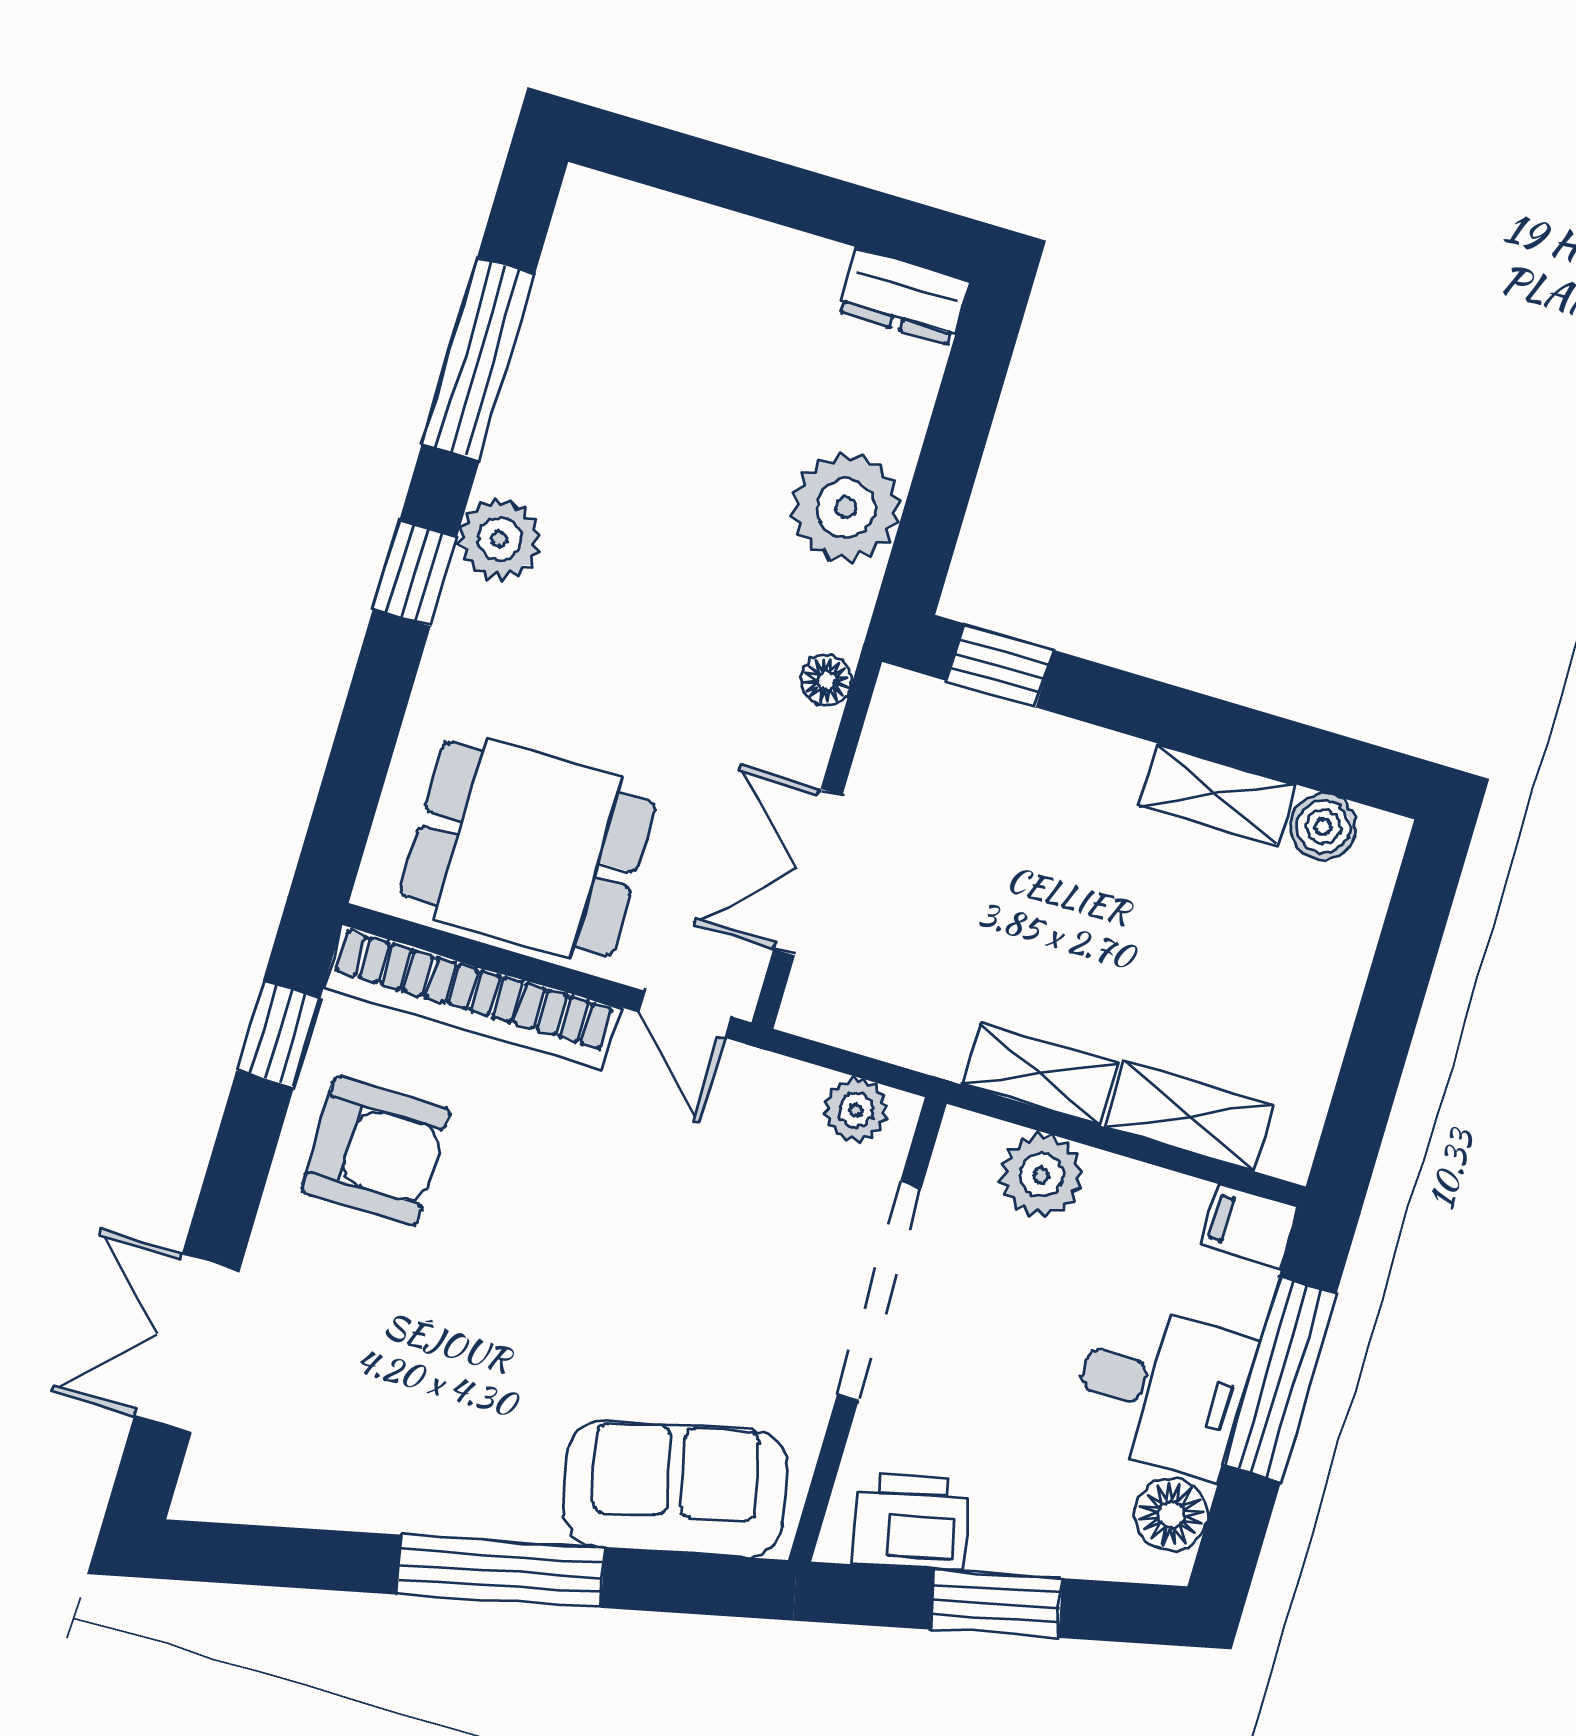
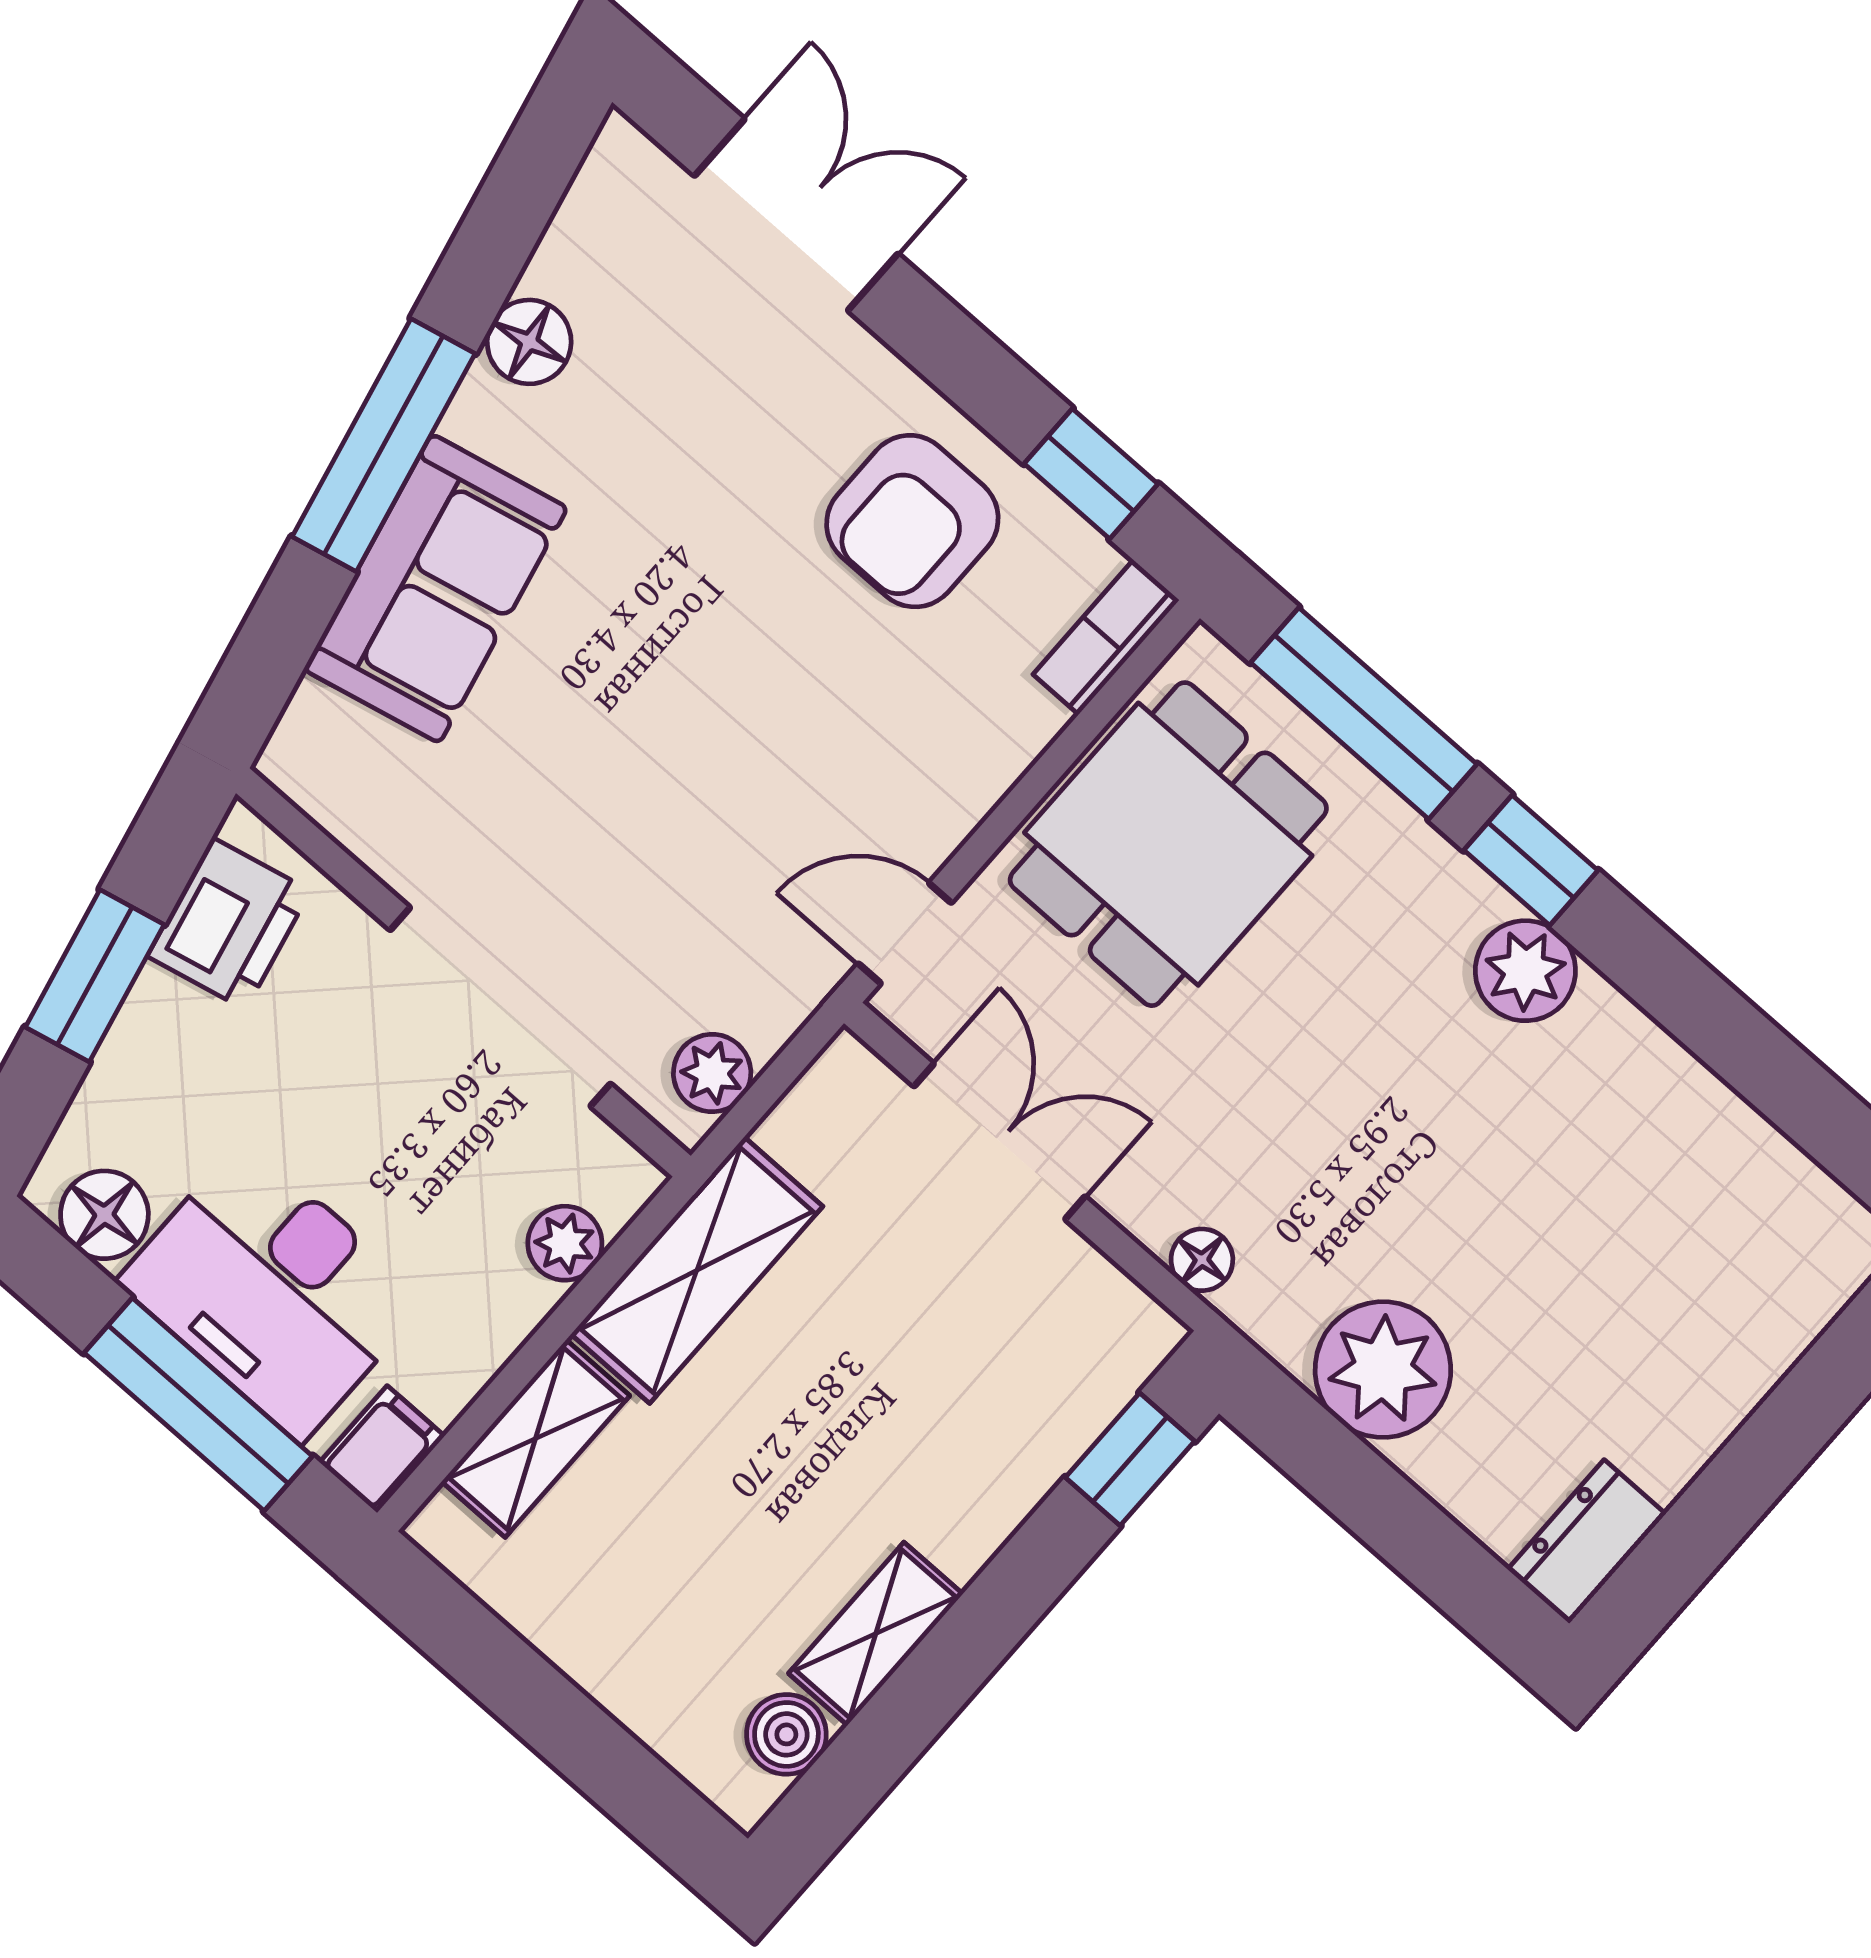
window: (478, 359) -> (1364, 713), moved
bookcase: (472, 997) -> (1106, 637), width x0.43, depth x0.76
shelving: (1040, 1074) -> (697, 1270), width x1.50, depth x1.33
plant: (1041, 1175) -> (565, 1243), width x0.73, depth x0.73
desk: (1162, 1390) -> (272, 1290), width x1.37
sofa: (675, 1489) -> (436, 589), moved
floor lamp: (374, 1498) -> (529, 342), added

